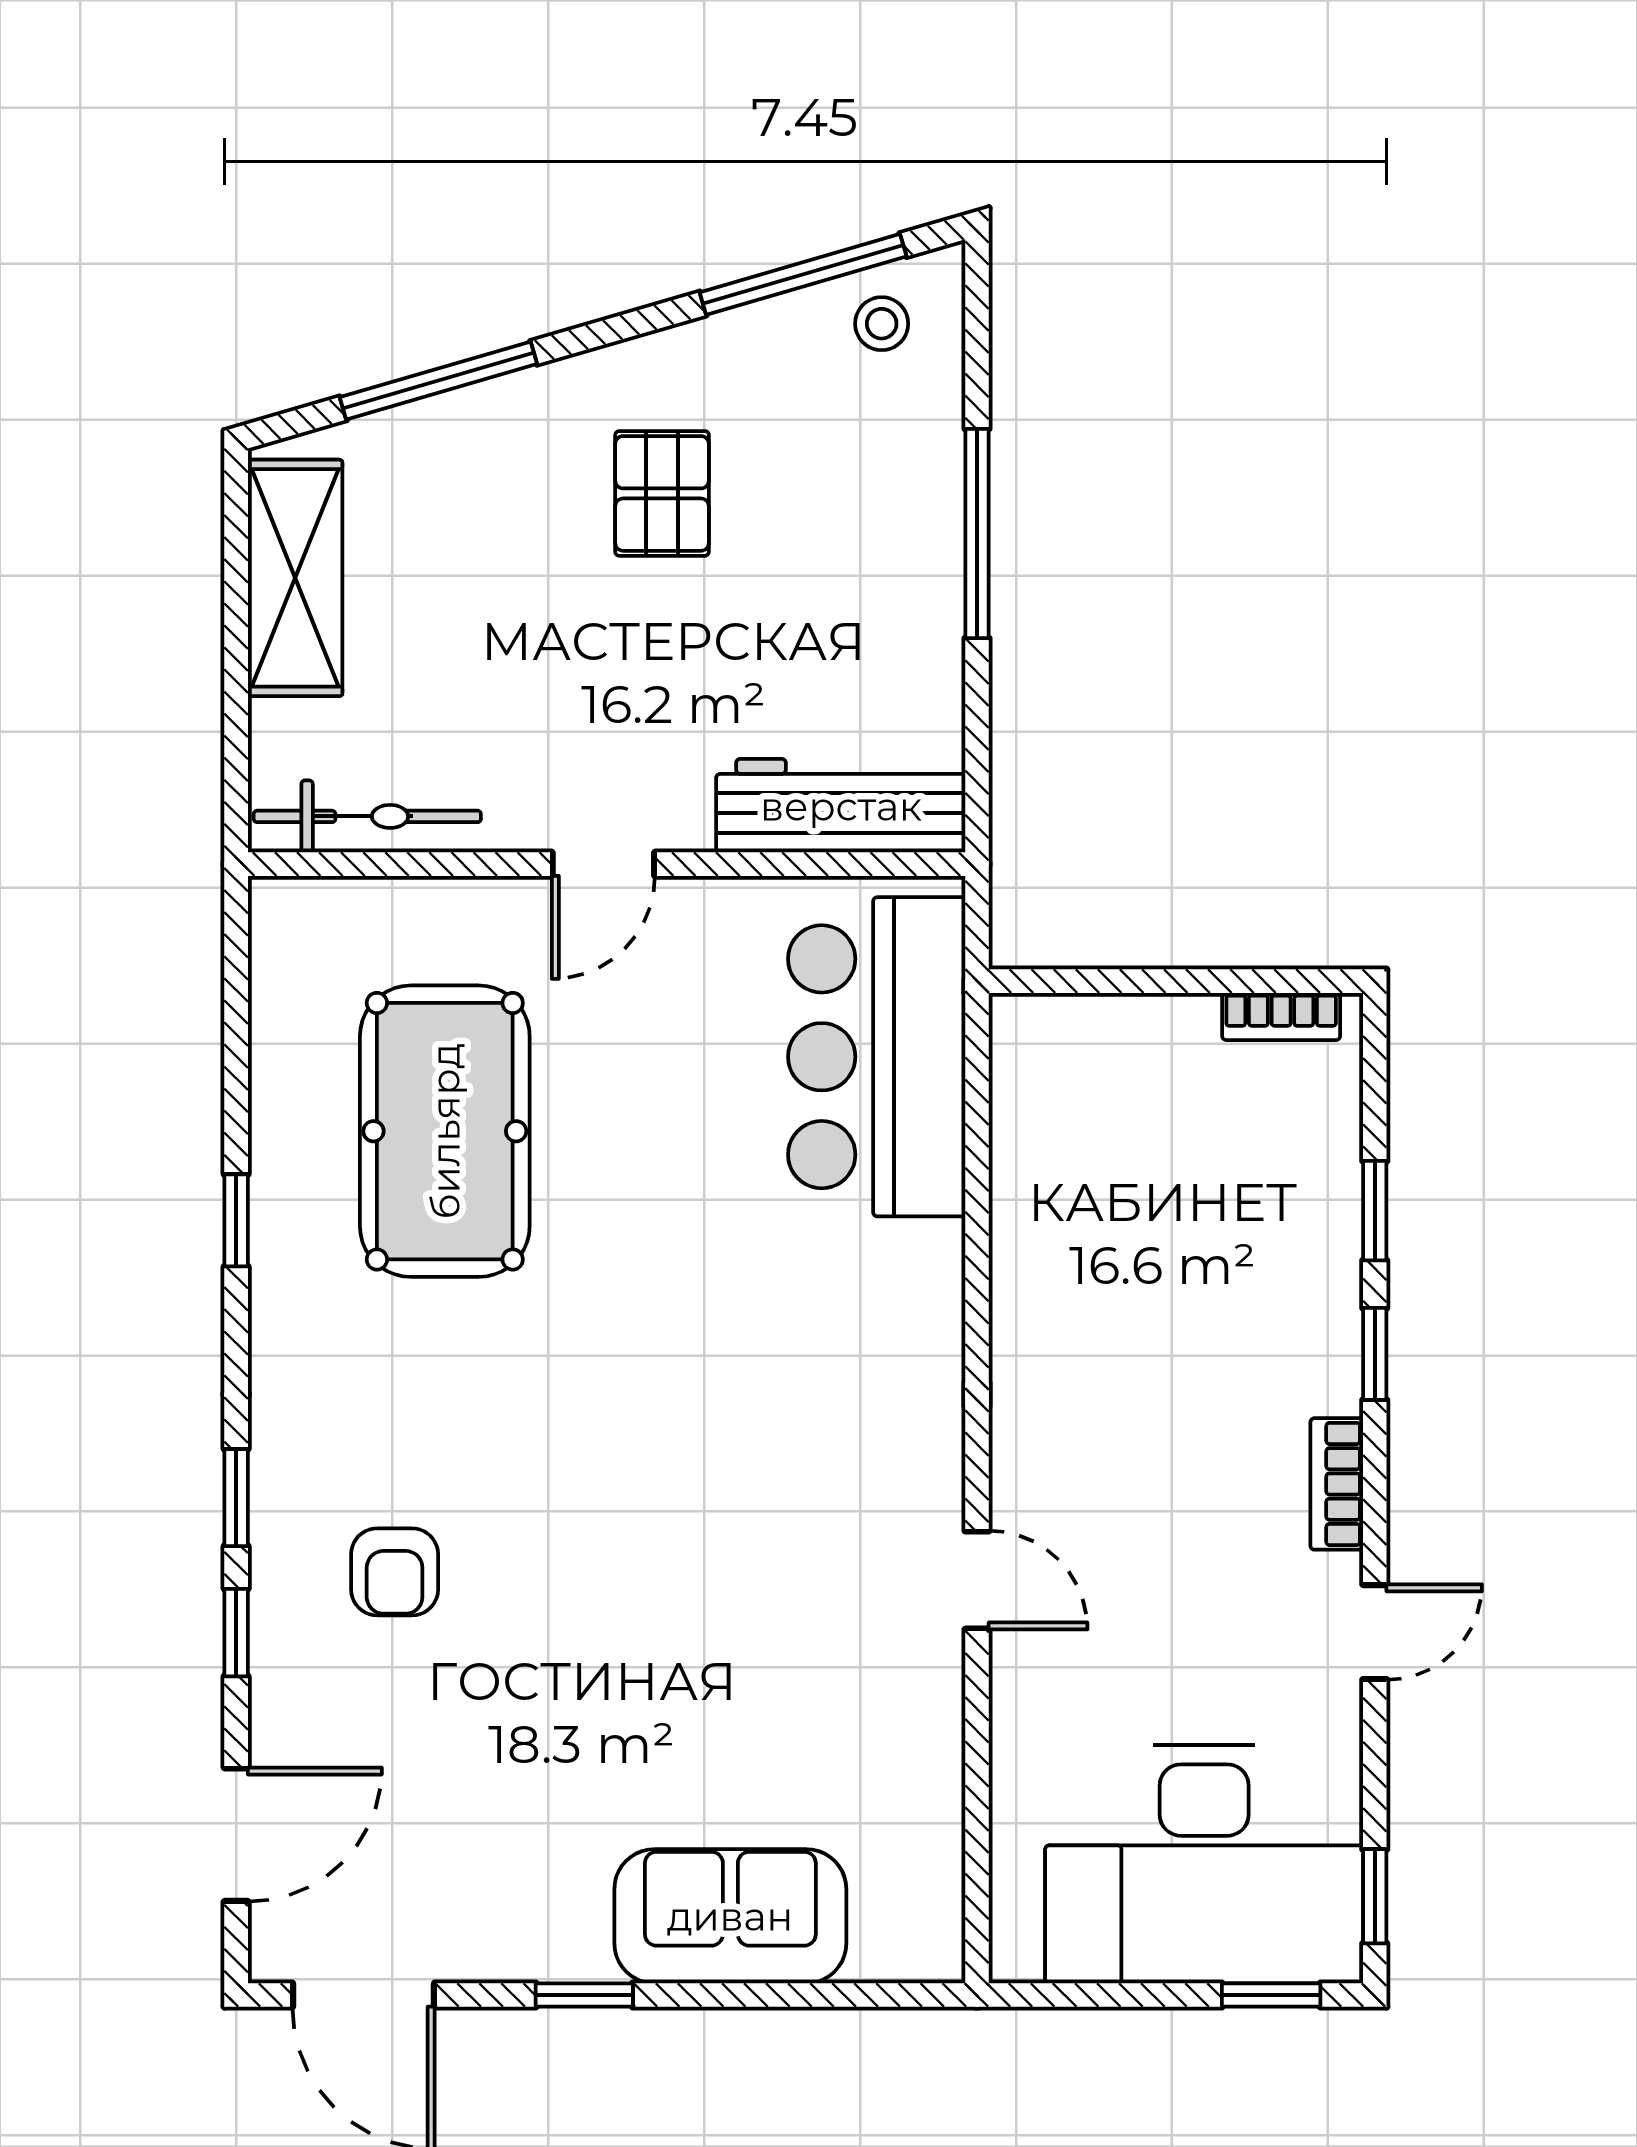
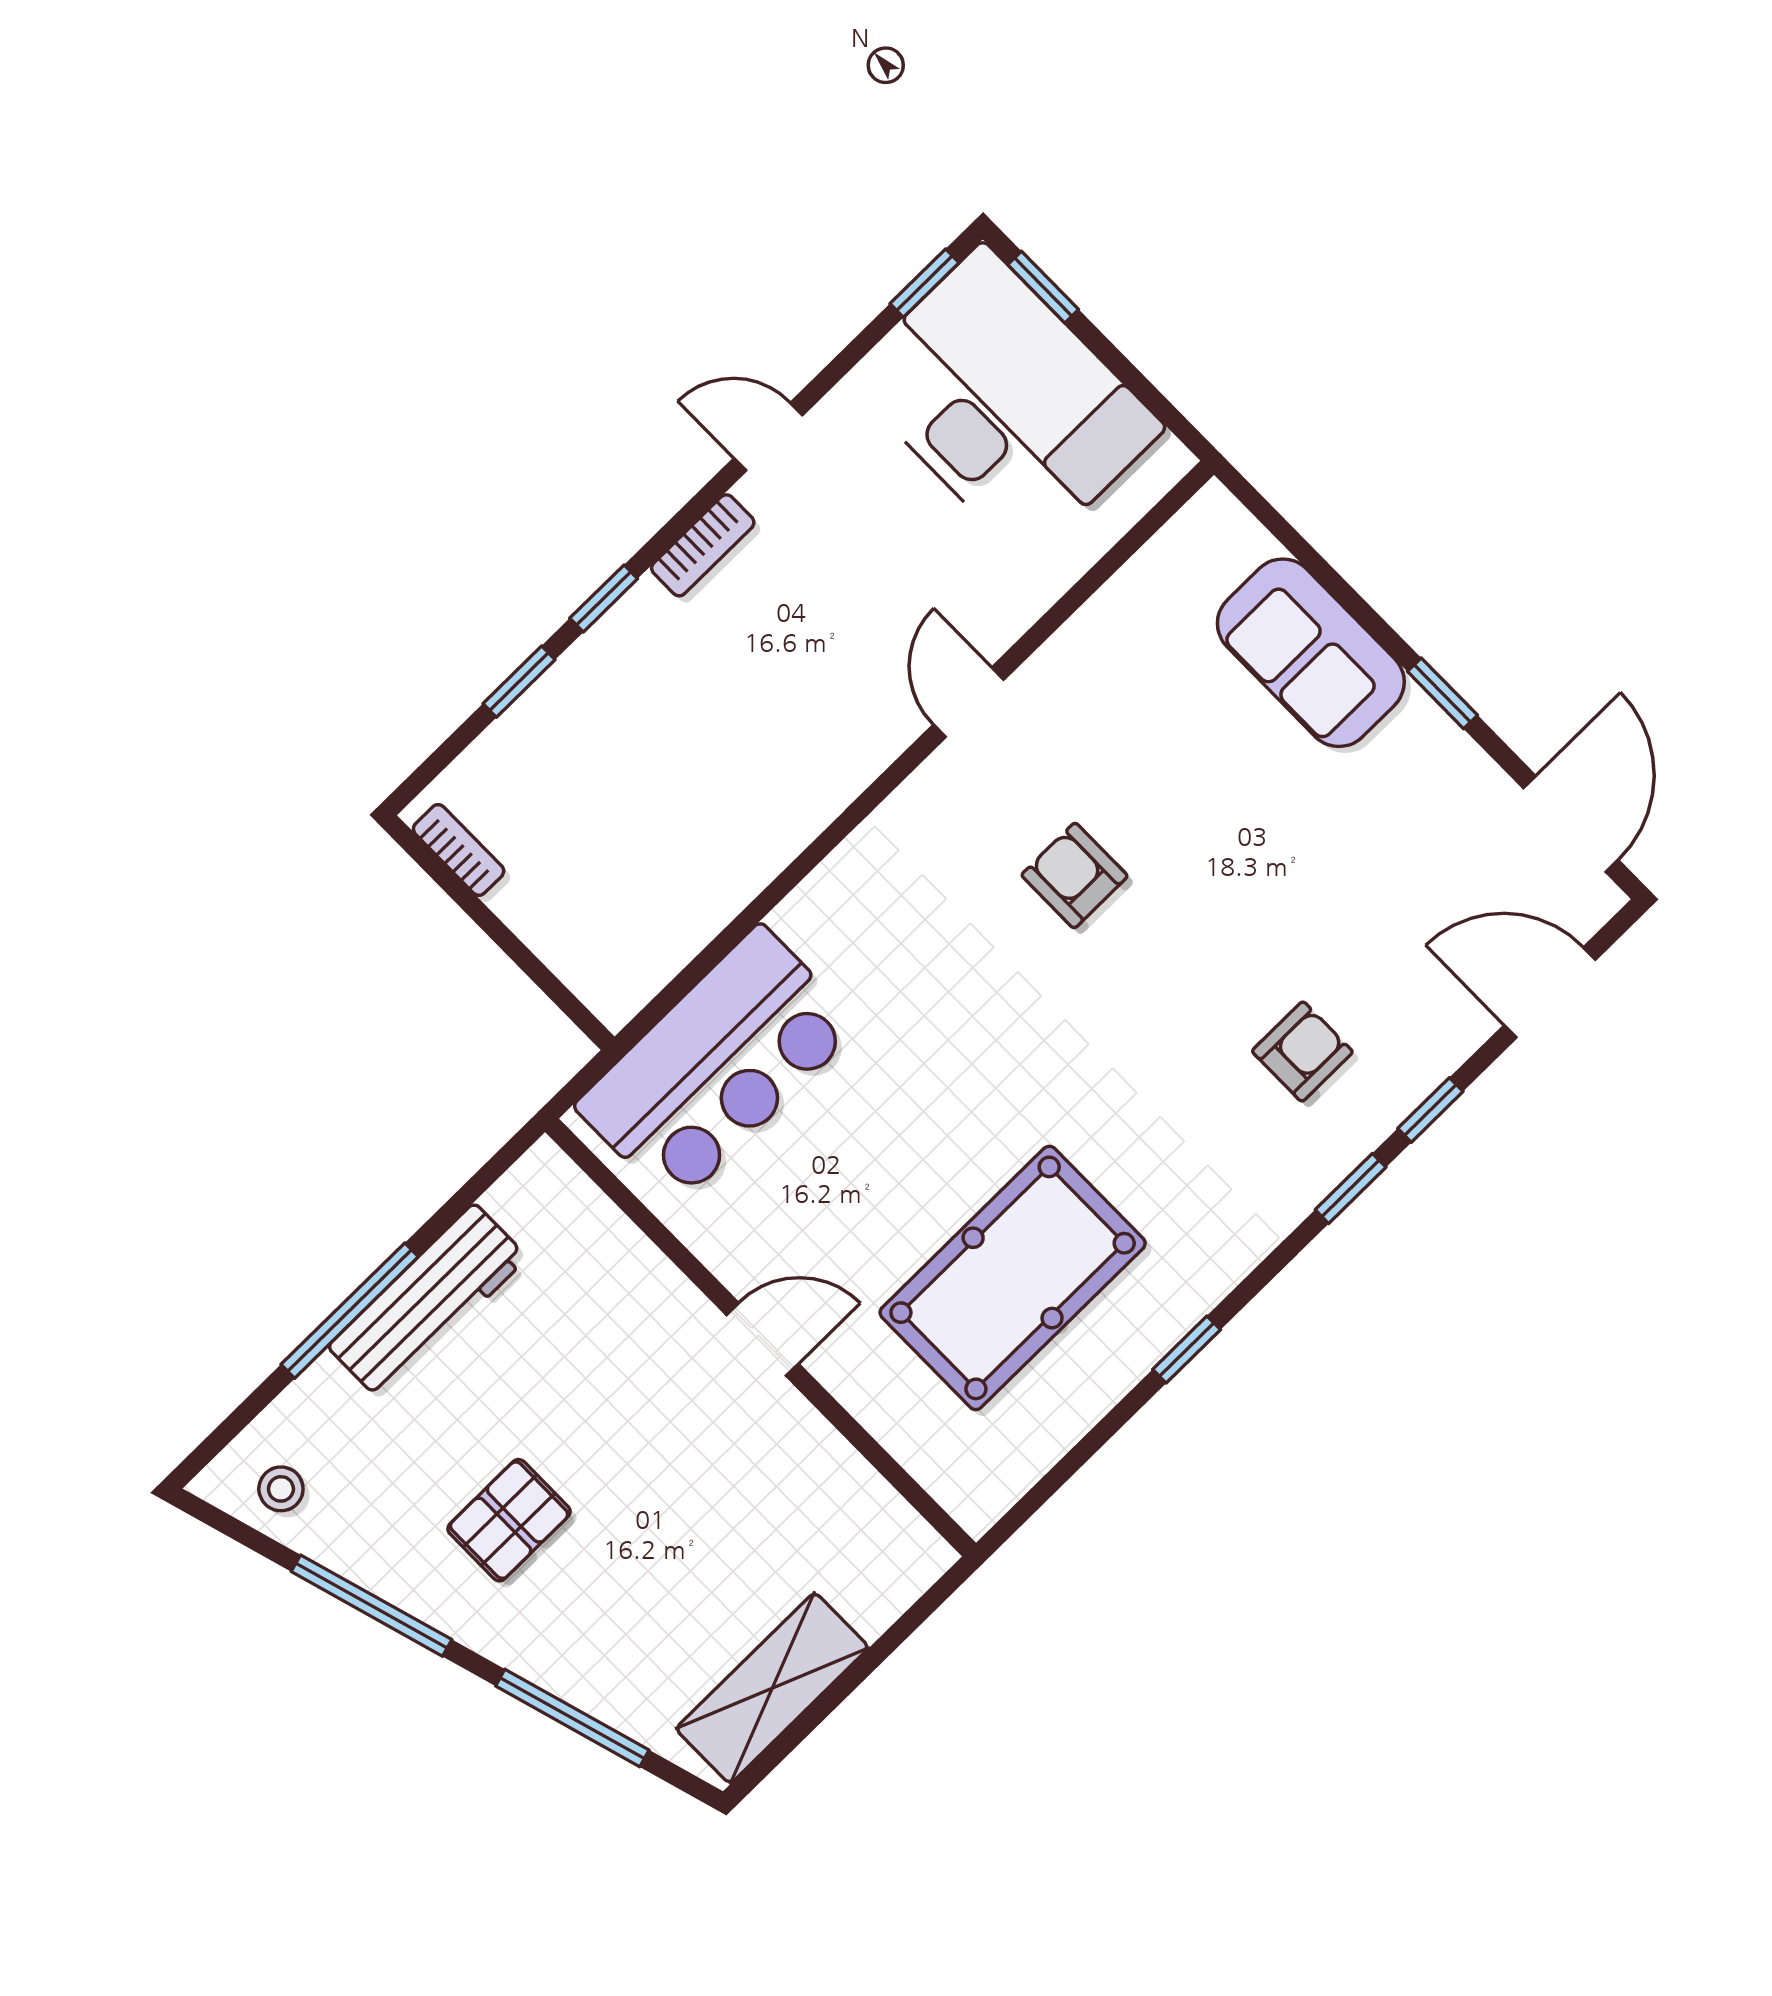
window: (803, 274) -> (371, 1606), moved
workbench: (841, 806) -> (428, 1302), moved, turned -90
bicycle: (367, 816) -> (871, 1507), removed
armchair: (738, 1525) -> (1075, 875), added

